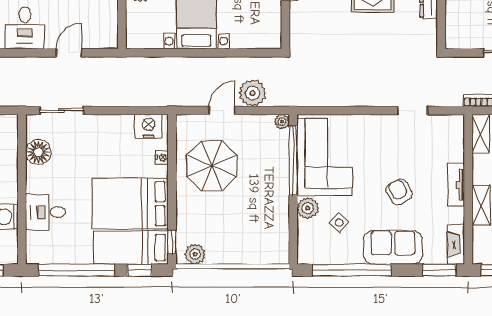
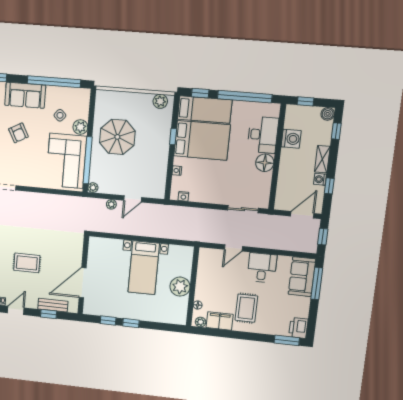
plant: (253, 93) -> (111, 204), width x0.53, depth x0.53
nightstand: (149, 126) -> (183, 196), width x0.53, depth x0.56
floor lamp: (38, 152) -> (265, 163), moved
parasol: (212, 166) -> (117, 137), moved
desk: (45, 212) -> (263, 135), width x1.37
window: (172, 242) -> (173, 137), moved

